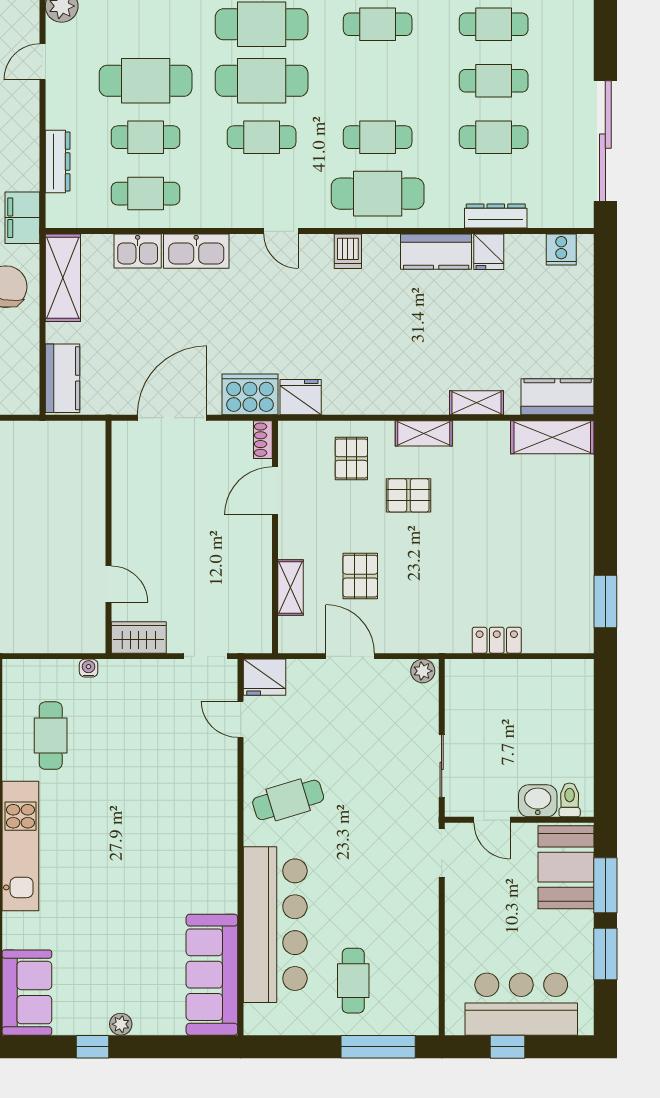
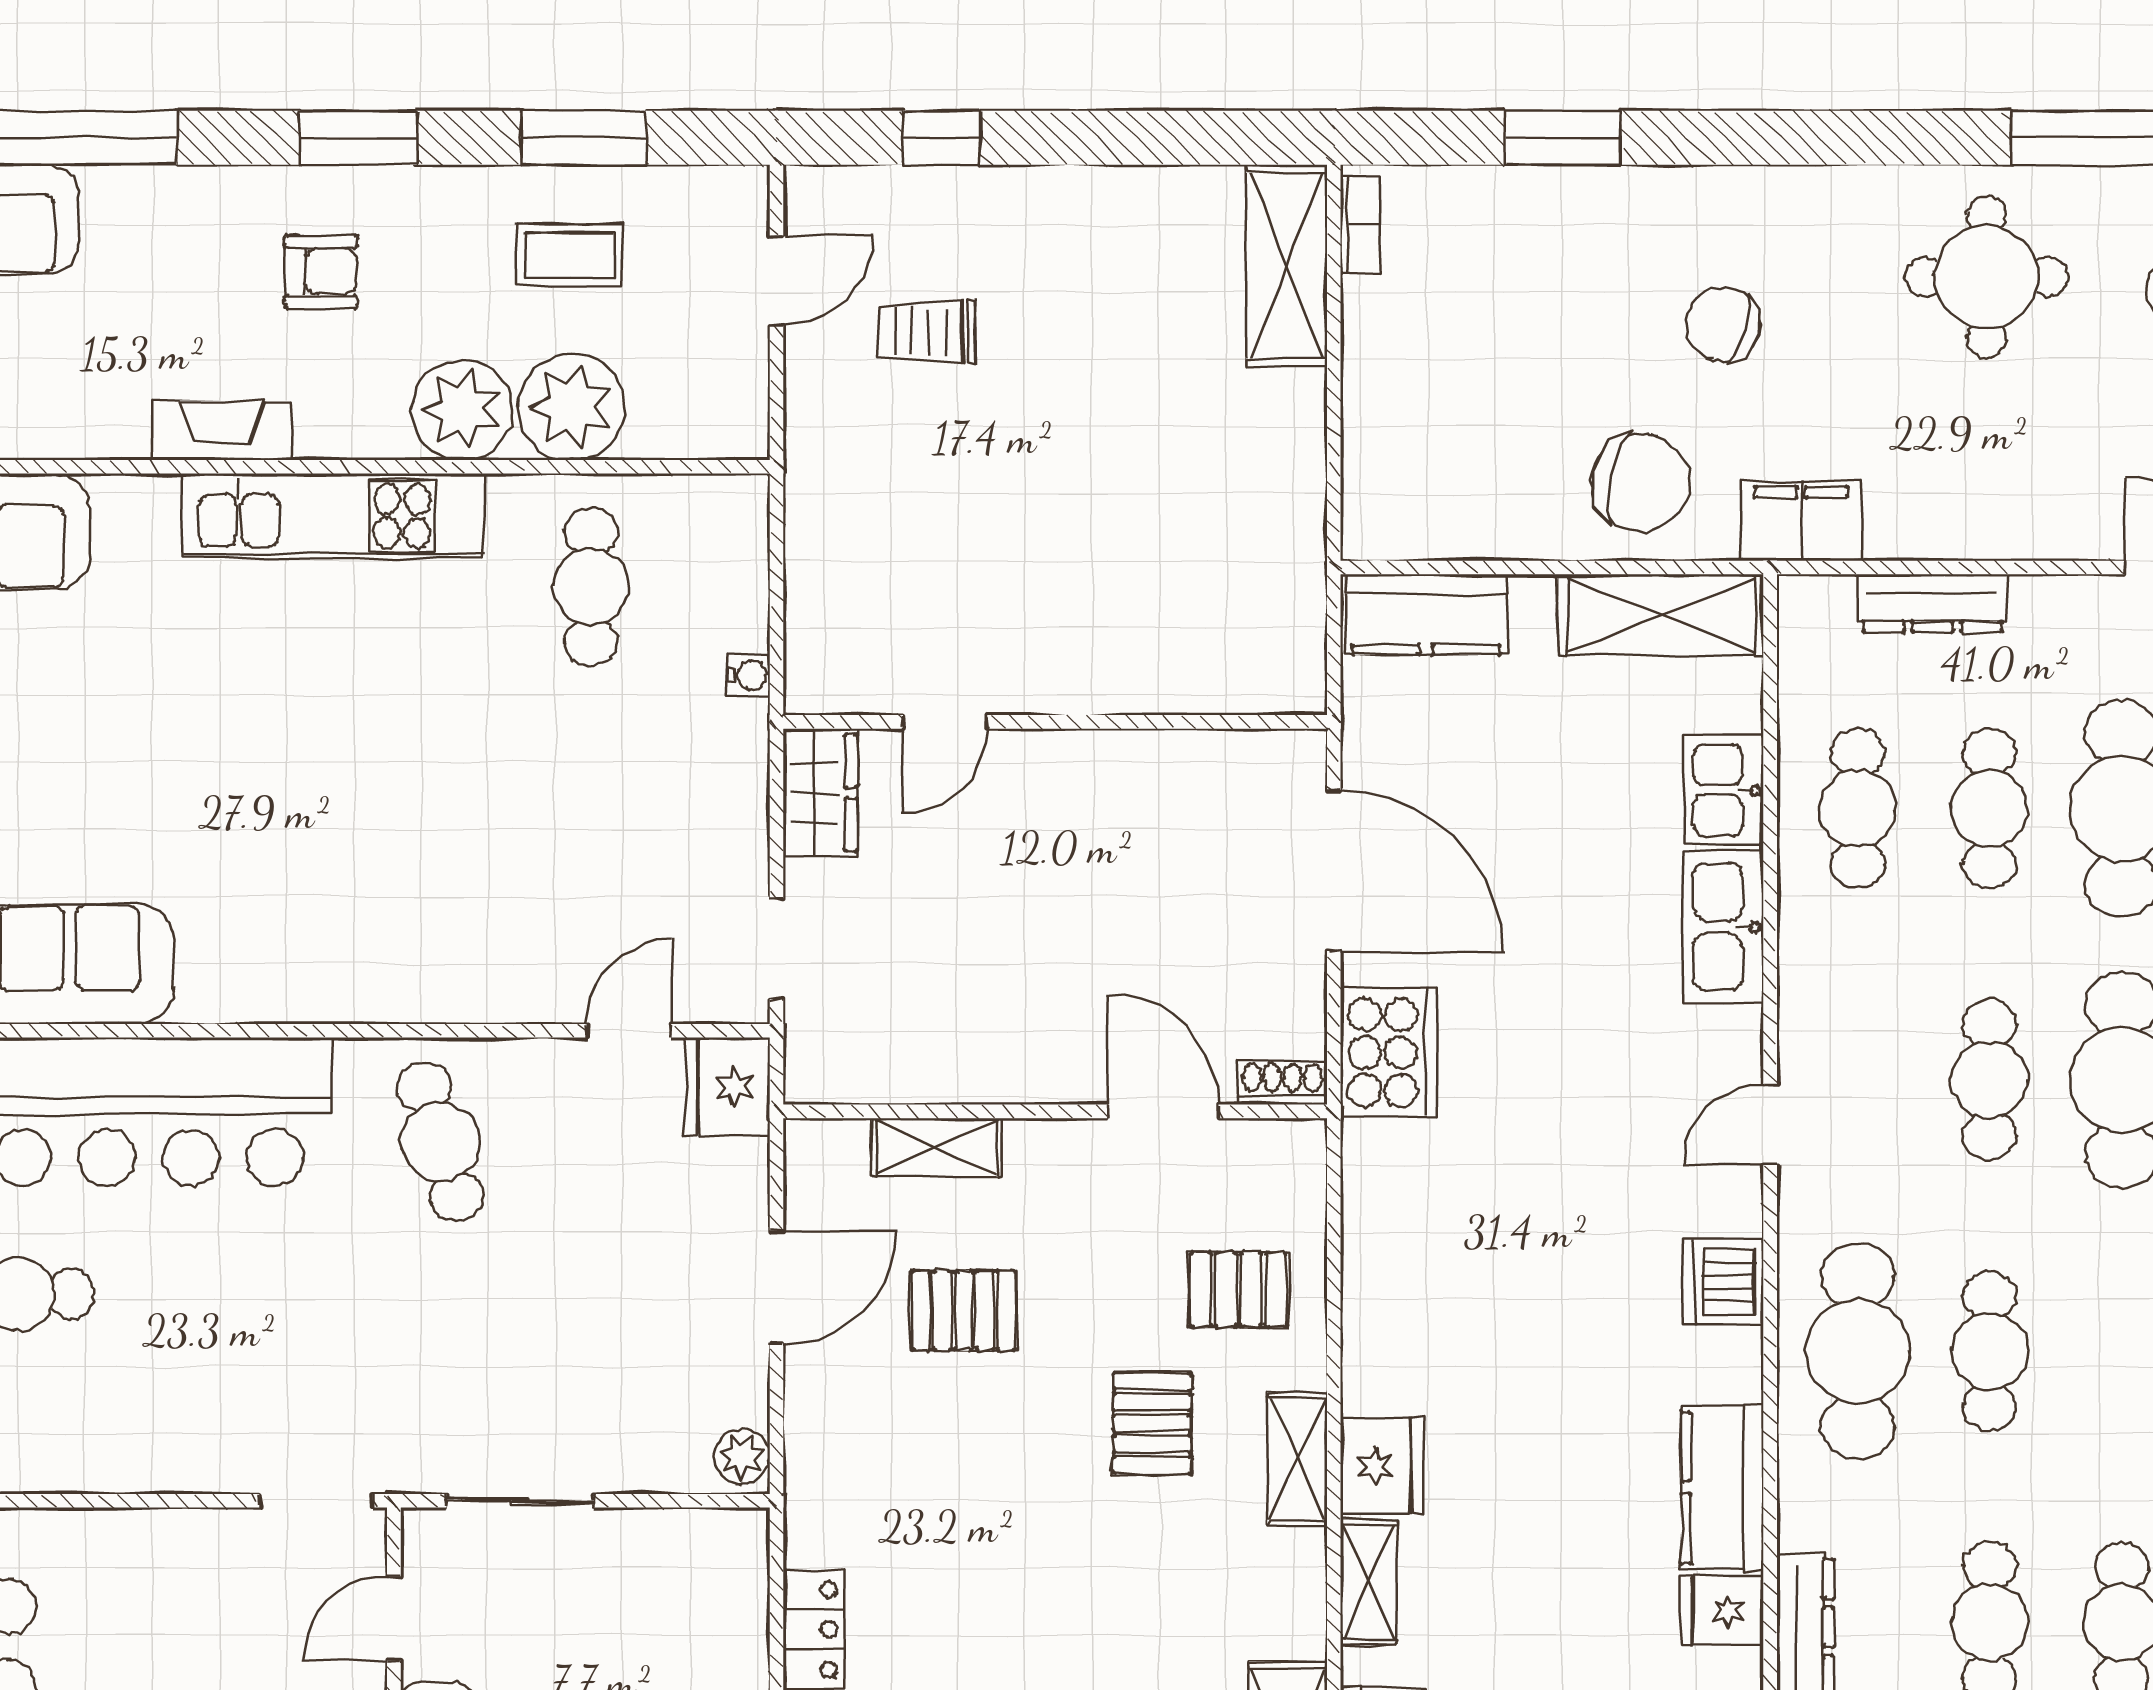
dishwasher: (348, 251) -> (1723, 1282), width x1.38
fridge: (301, 397) -> (1382, 1466), moved
cafe table: (51, 736) -> (591, 587), turned 90

